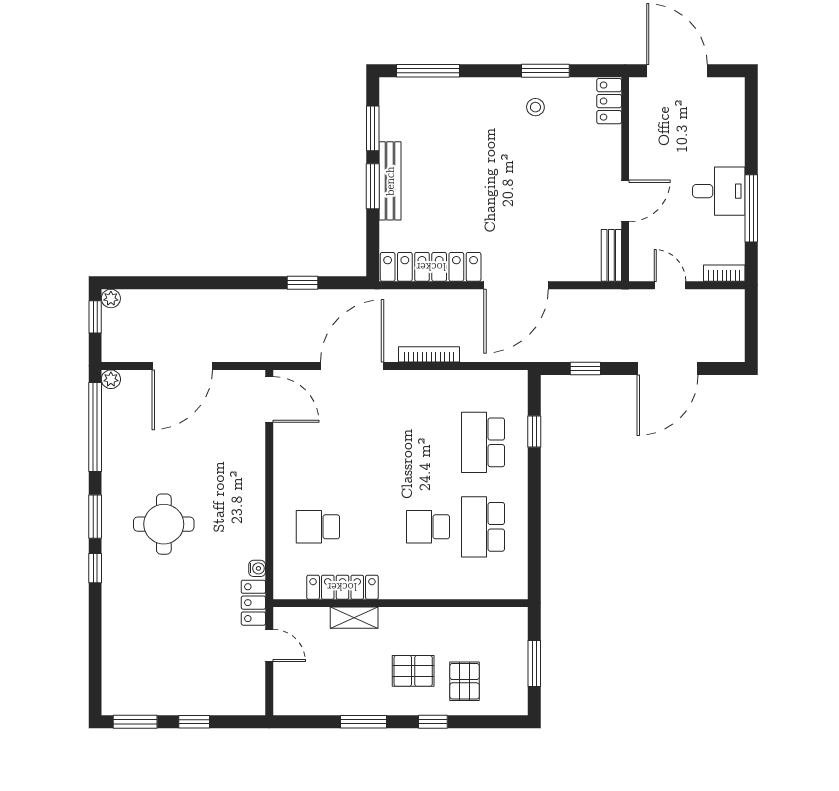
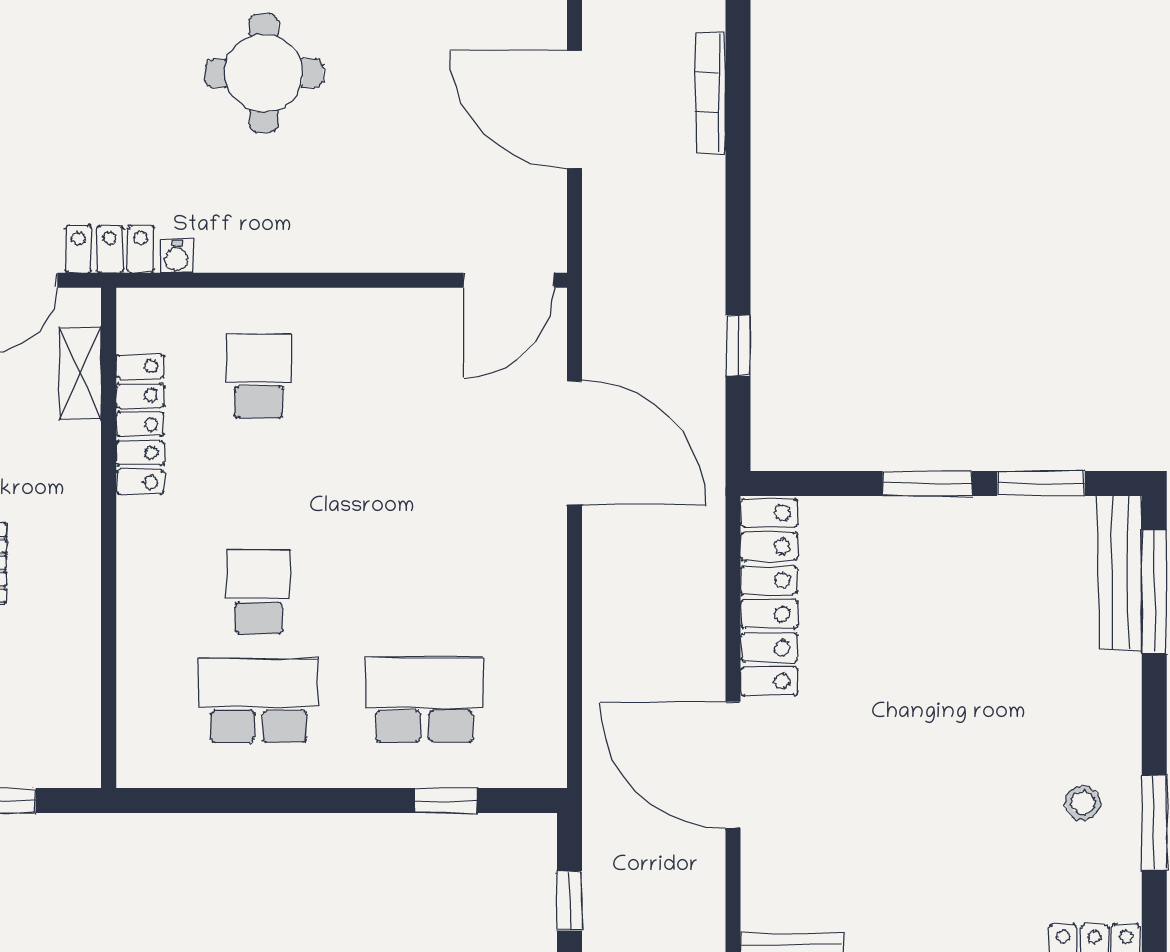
bench: (390, 181) -> (1120, 573), moved, turned 90
bookcase: (429, 354) -> (710, 92), moved, turned 180
shelving: (354, 618) -> (80, 373), moved

